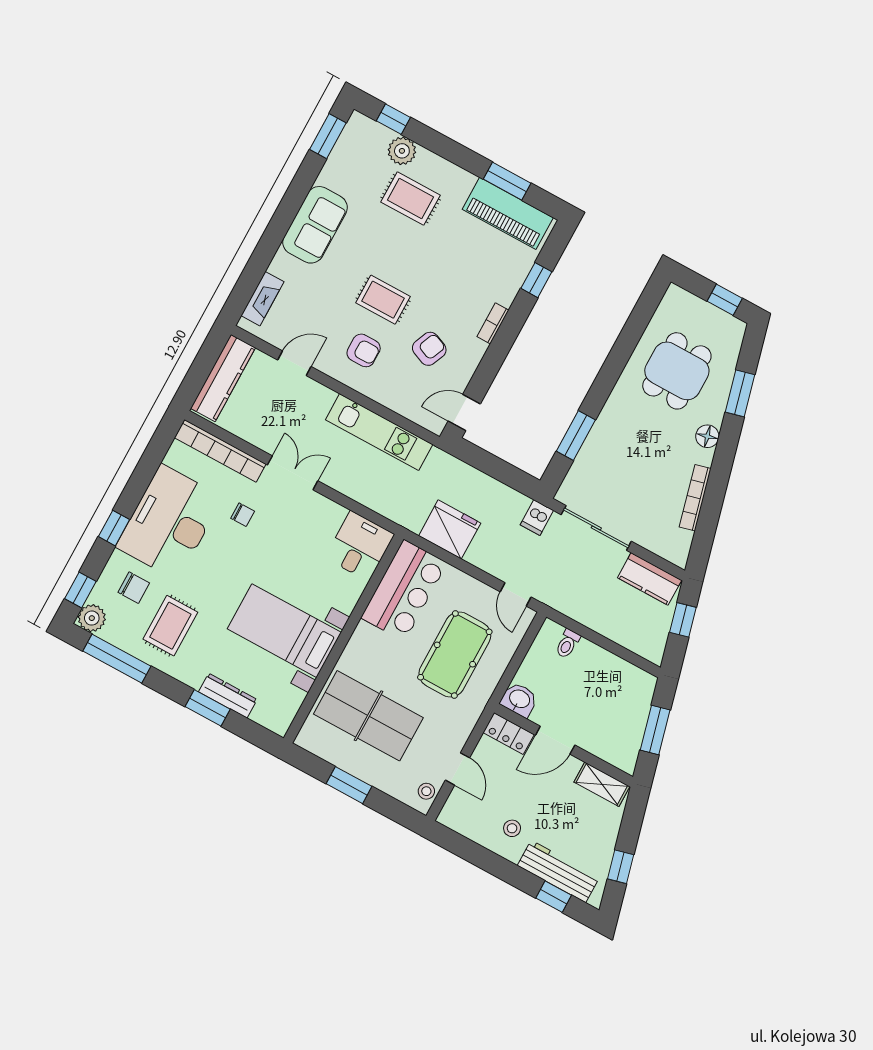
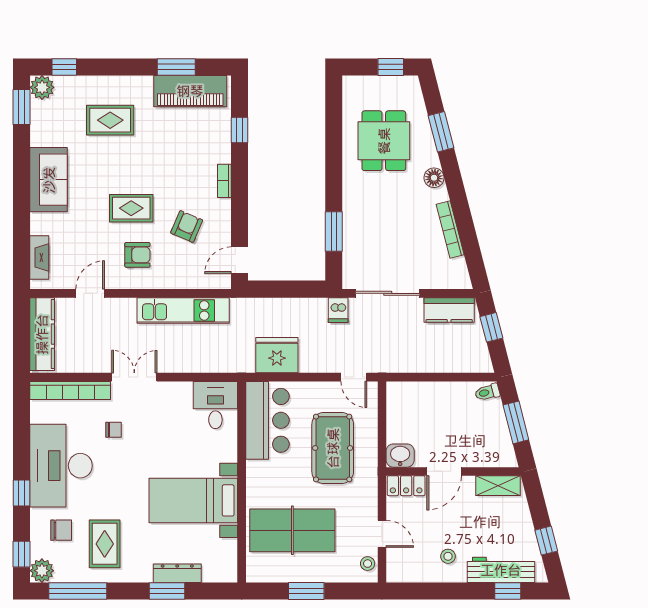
plant: (402, 151) -> (42, 87), moved
toilet: (568, 644) -> (487, 392), moved, turned 76

